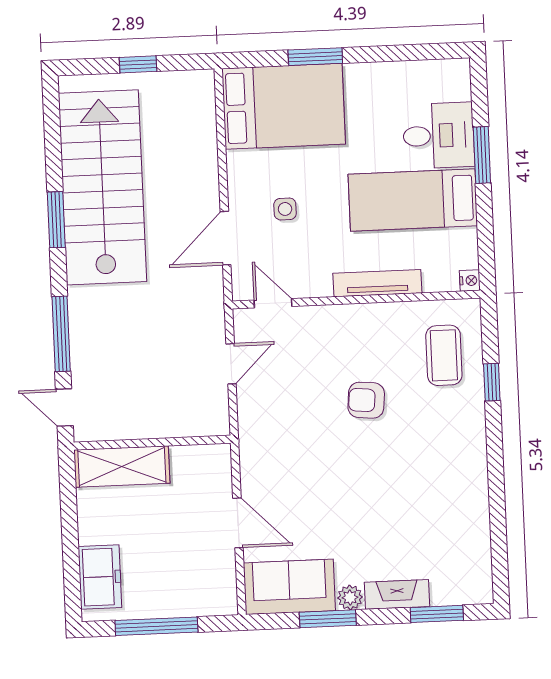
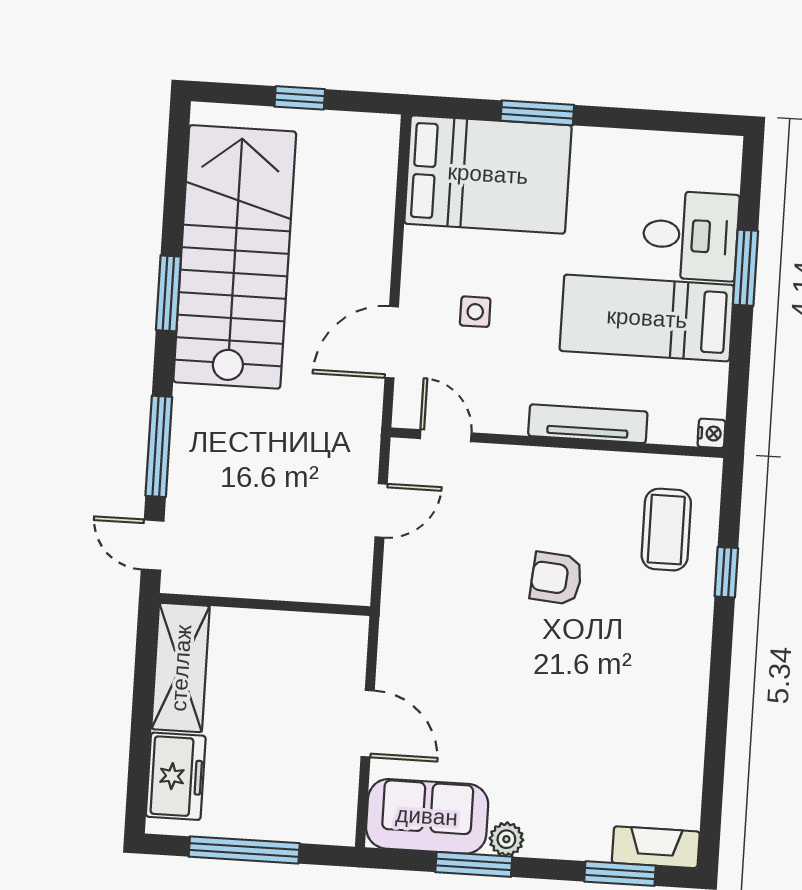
shelving: (122, 467) -> (181, 668), moved, turned 90
fireplace: (397, 594) -> (656, 847), moved

